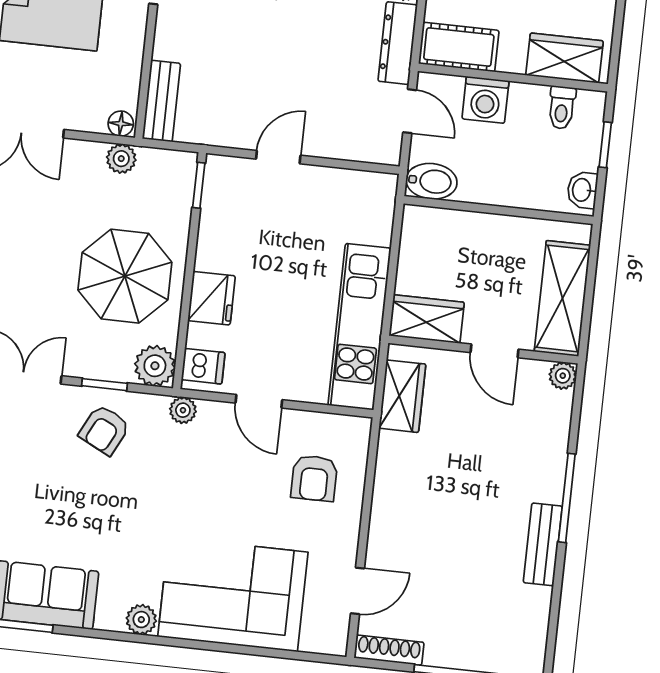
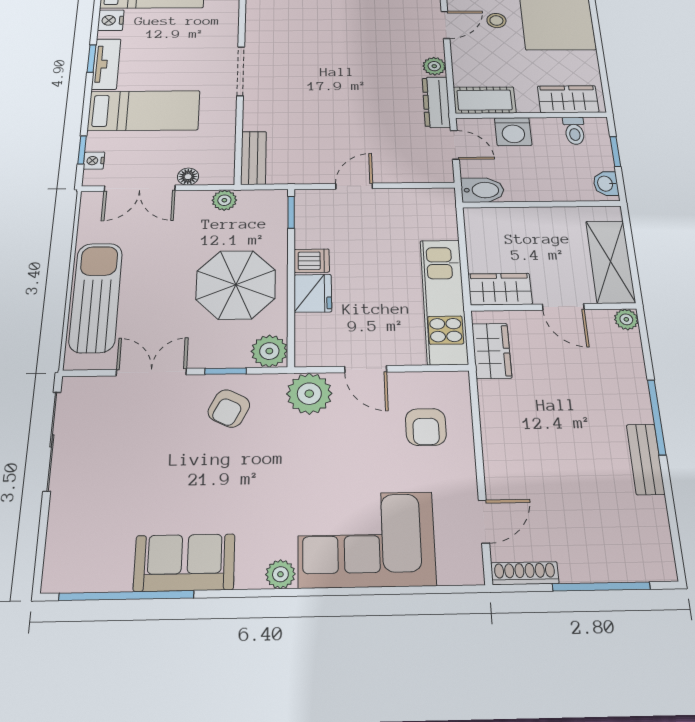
floor lamp: (121, 124) -> (188, 177), moved
dishwasher: (203, 366) -> (312, 261), moved
plant: (183, 410) -> (309, 394), width x1.87, depth x1.87

